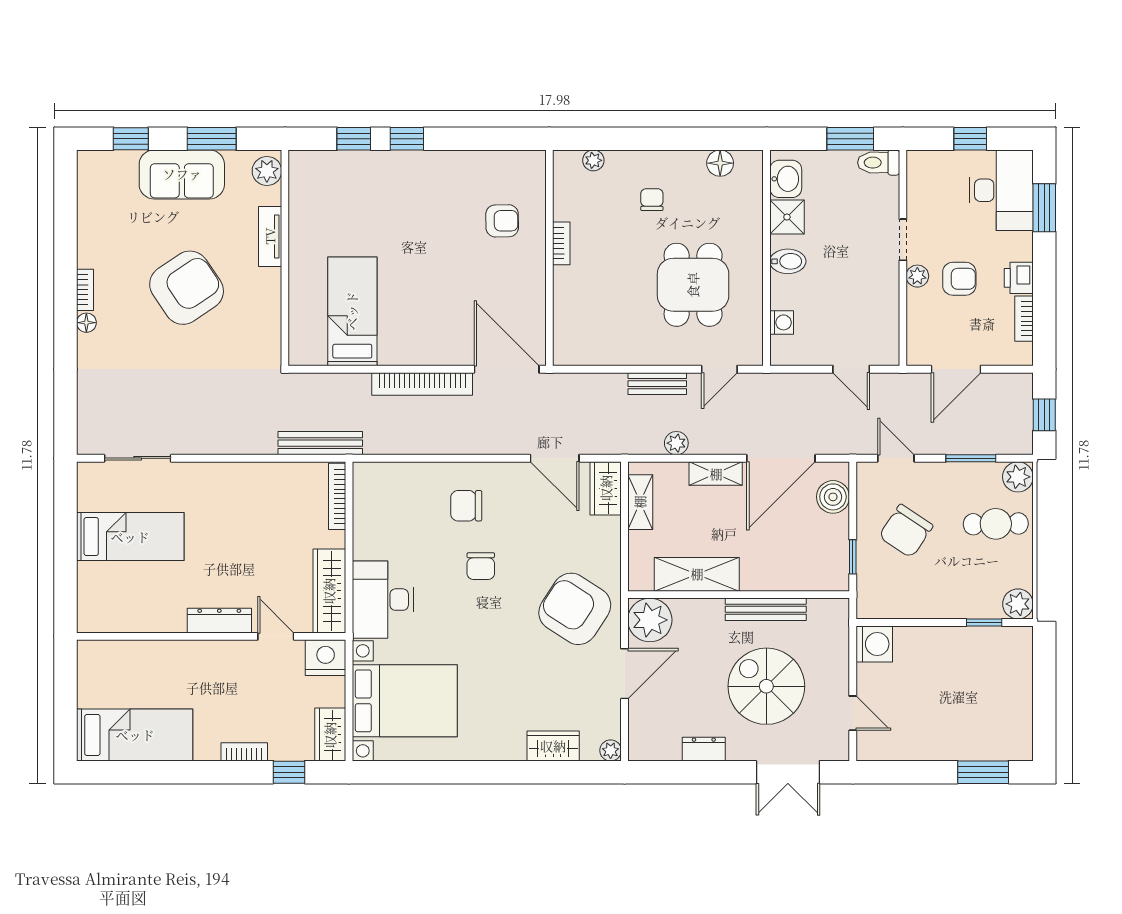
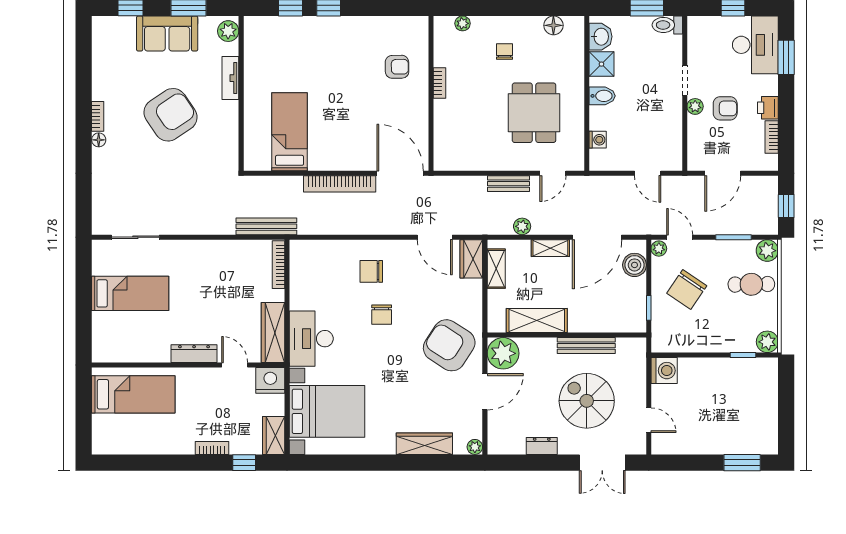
plant: (867, 474) -> (659, 249), added
bed: (135, 735) -> (133, 394), moved
wardrobe: (553, 746) -> (424, 444), width x1.50

